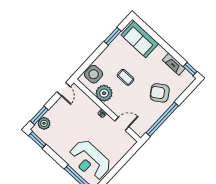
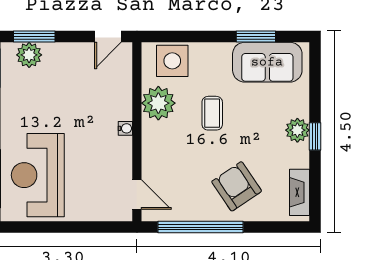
sofa: (140, 39) -> (267, 62), moved, turned -90
plant: (160, 53) -> (297, 130), added
fireplace: (174, 64) -> (300, 192), moved
window: (190, 69) -> (315, 136), moved
door: (122, 124) -> (137, 195), moved

